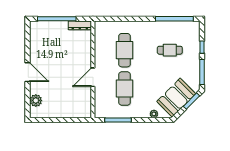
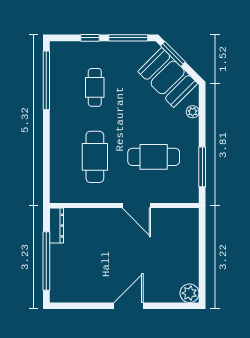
cafe table: (125, 50) -> (95, 157), turned 90
plant: (36, 100) -> (189, 293), moved

